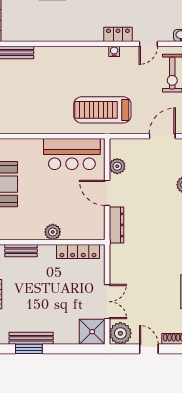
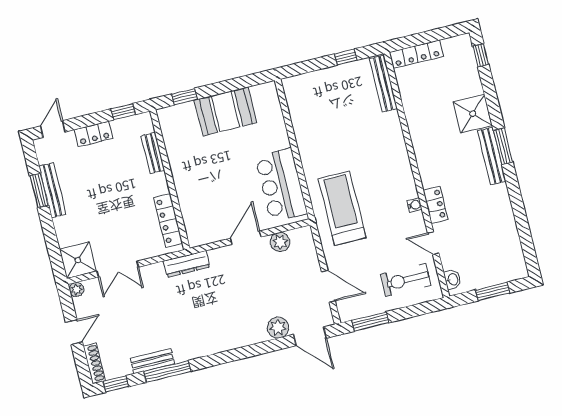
dresser: (116, 225) -> (187, 264), moved
plant: (53, 232) -> (184, 185), removed
plant: (120, 333) -> (77, 289), width x0.53, depth x0.53

